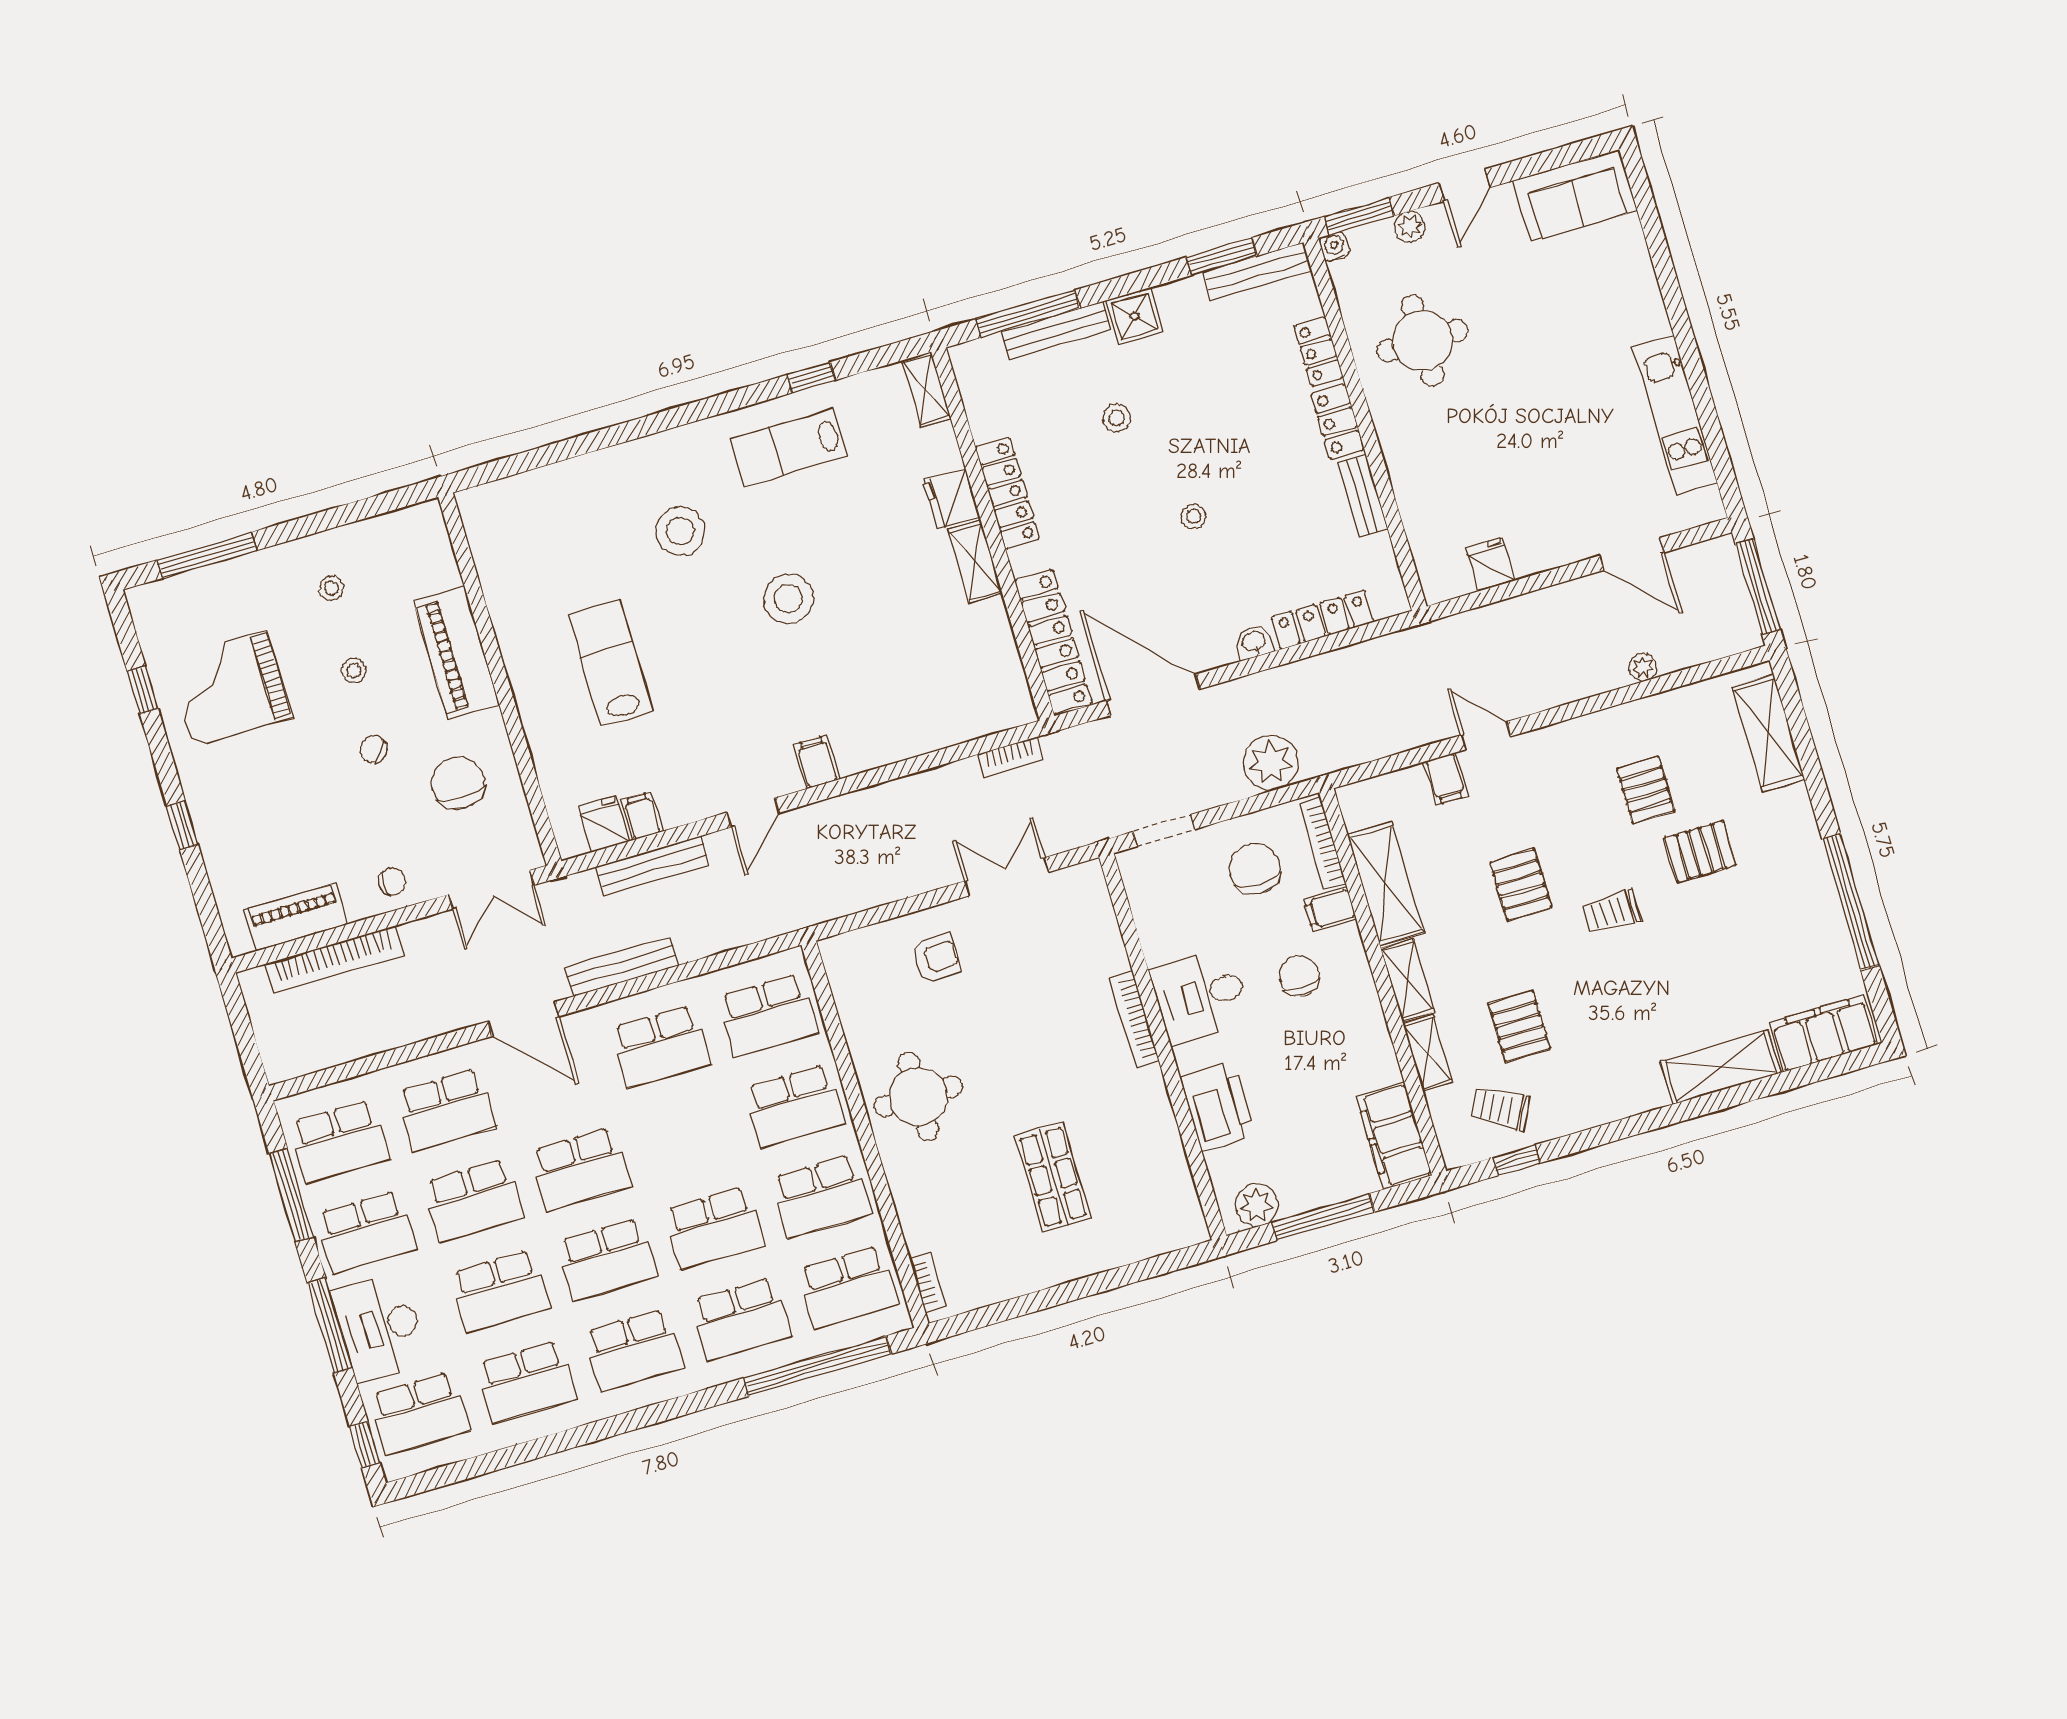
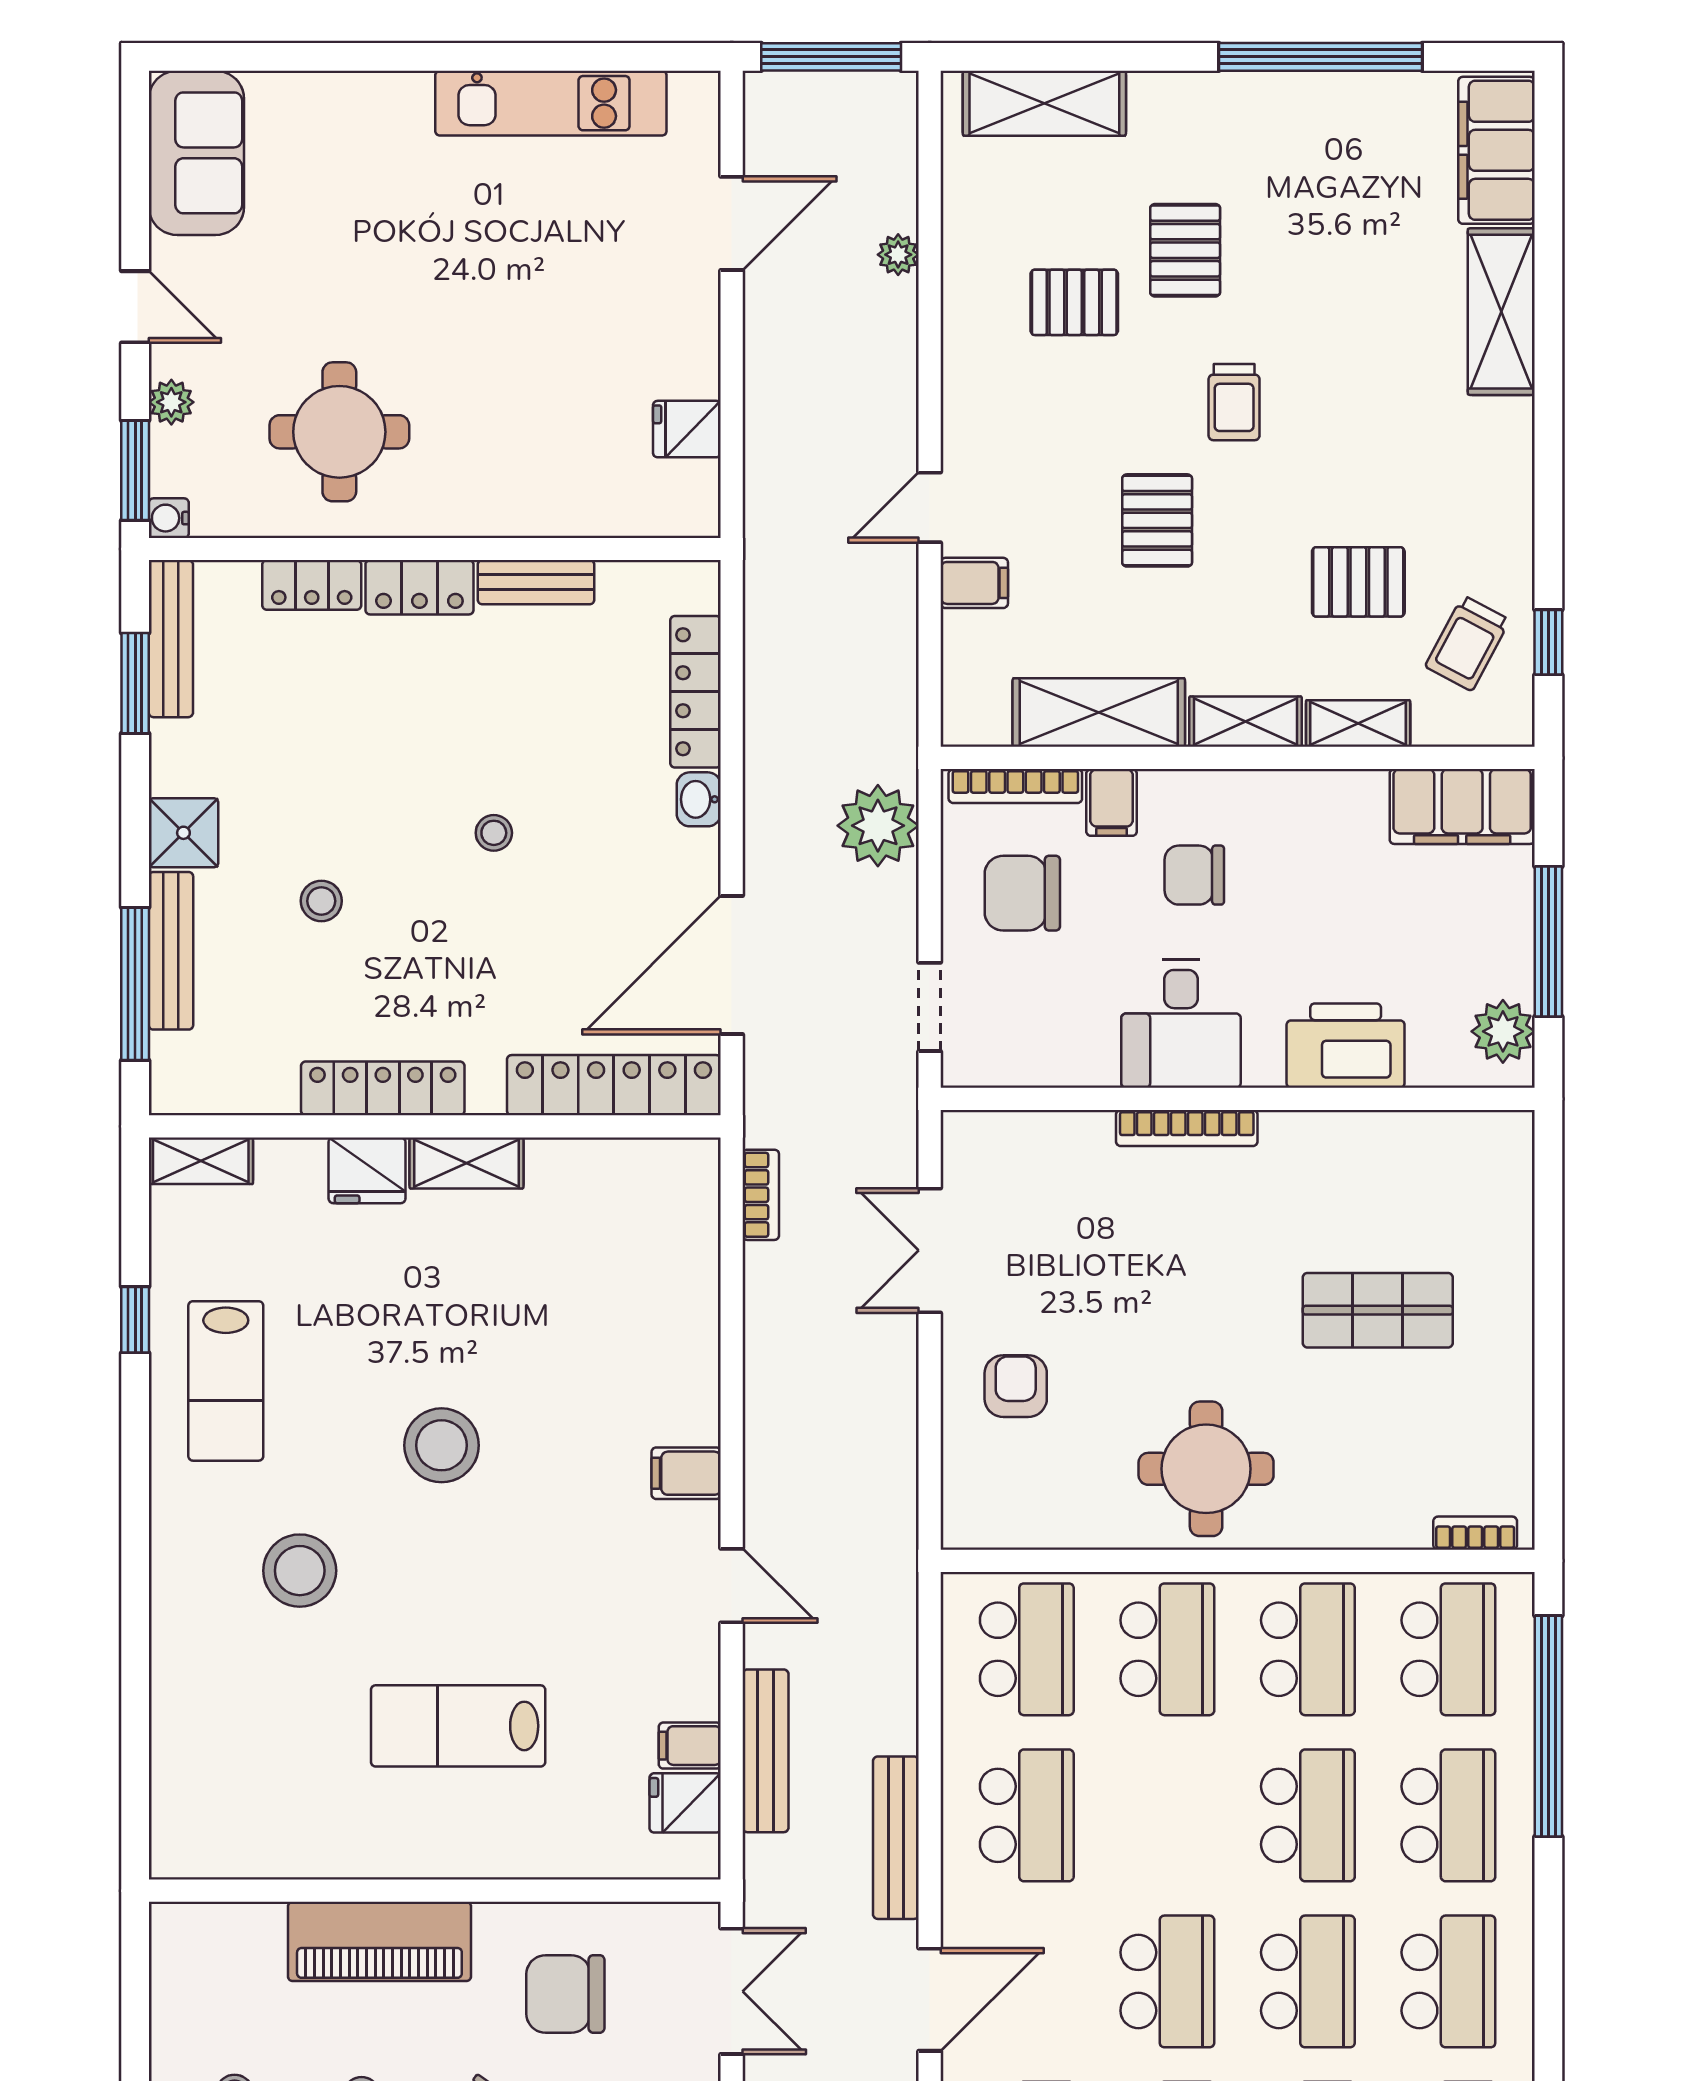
pallet: (1521, 885) -> (1157, 520), turned 90

